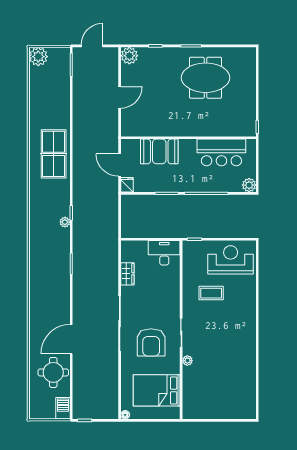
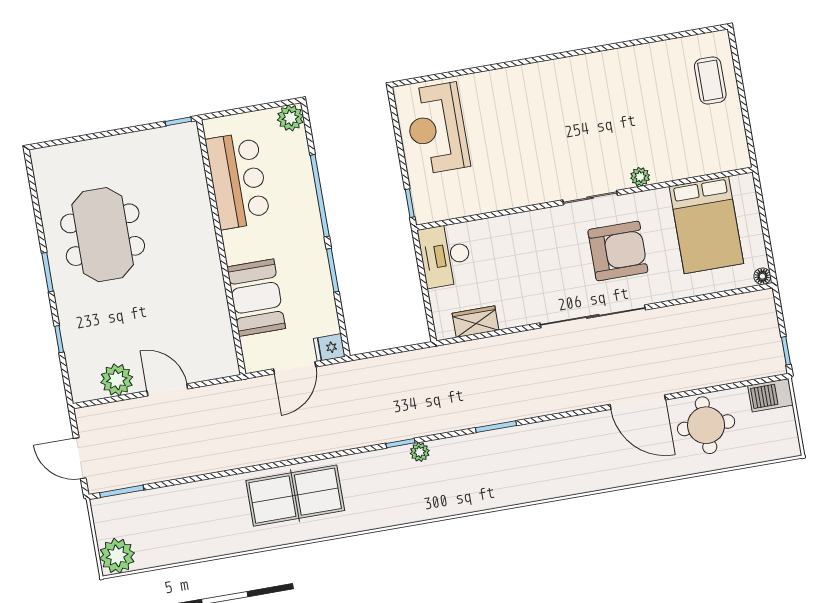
plant: (129, 56) -> (117, 380), moved
wardrobe: (127, 274) -> (475, 322), moved
coffee table: (211, 293) -> (710, 81), moved

